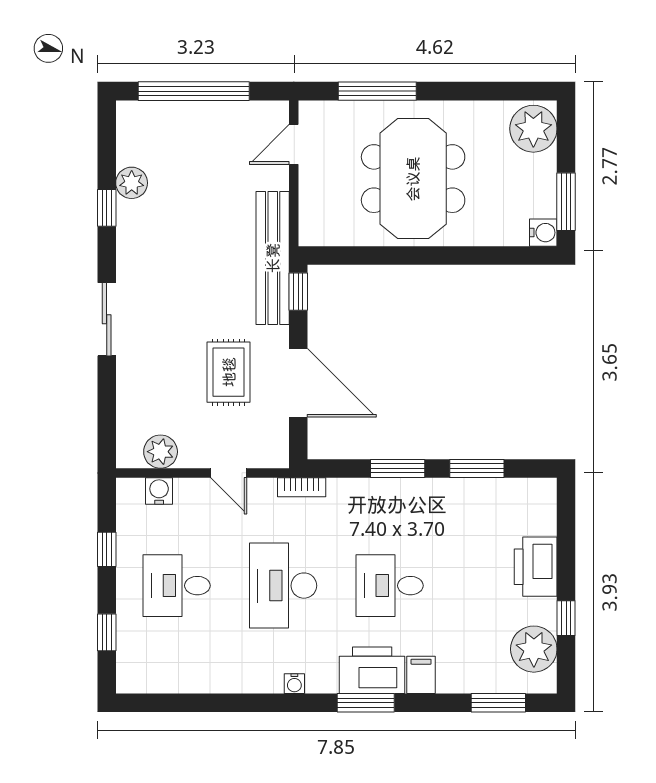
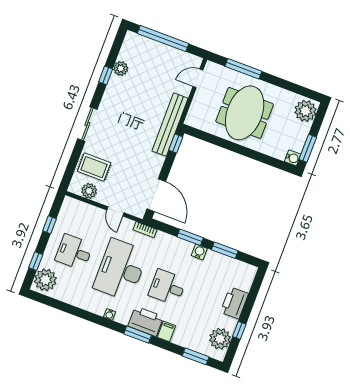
rug: (229, 372) -> (94, 167), moved, turned 90
door: (298, 383) -> (156, 195), moved
water cooler: (159, 491) -> (199, 252), moved
desk: (283, 586) -> (121, 270), width x1.36, depth x1.30
plant: (140, 663) -> (45, 280), added

